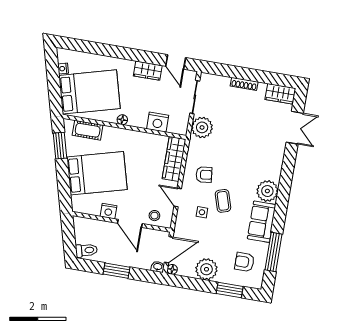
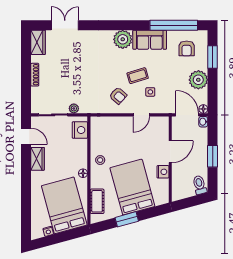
door: (176, 62) -> (26, 136), hinge flipped
nightstand: (158, 122) -> (80, 130), moved
plant: (202, 127) -> (74, 108), width x0.53, depth x0.53
window: (60, 146) -> (127, 219), moved
wardrobe: (174, 159) -> (109, 123), removed
armchair: (204, 175) -> (118, 96), turned 138
stool: (154, 216) -> (100, 160), moved
window: (273, 252) -> (174, 25), width x1.46

